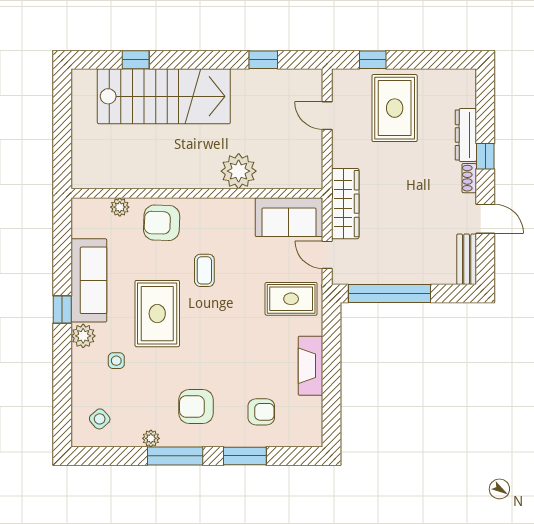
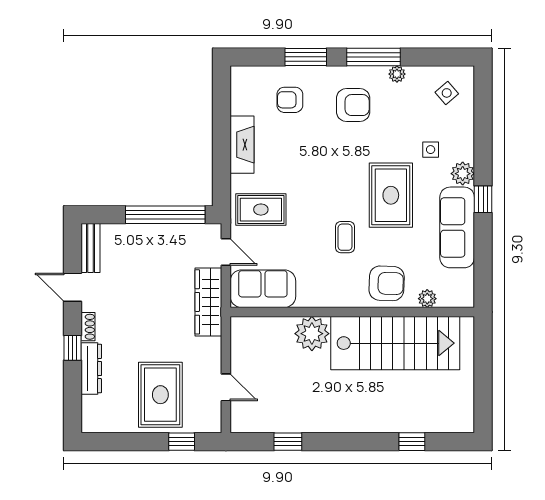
stairs: (164, 96) -> (395, 343), moved, turned 180

